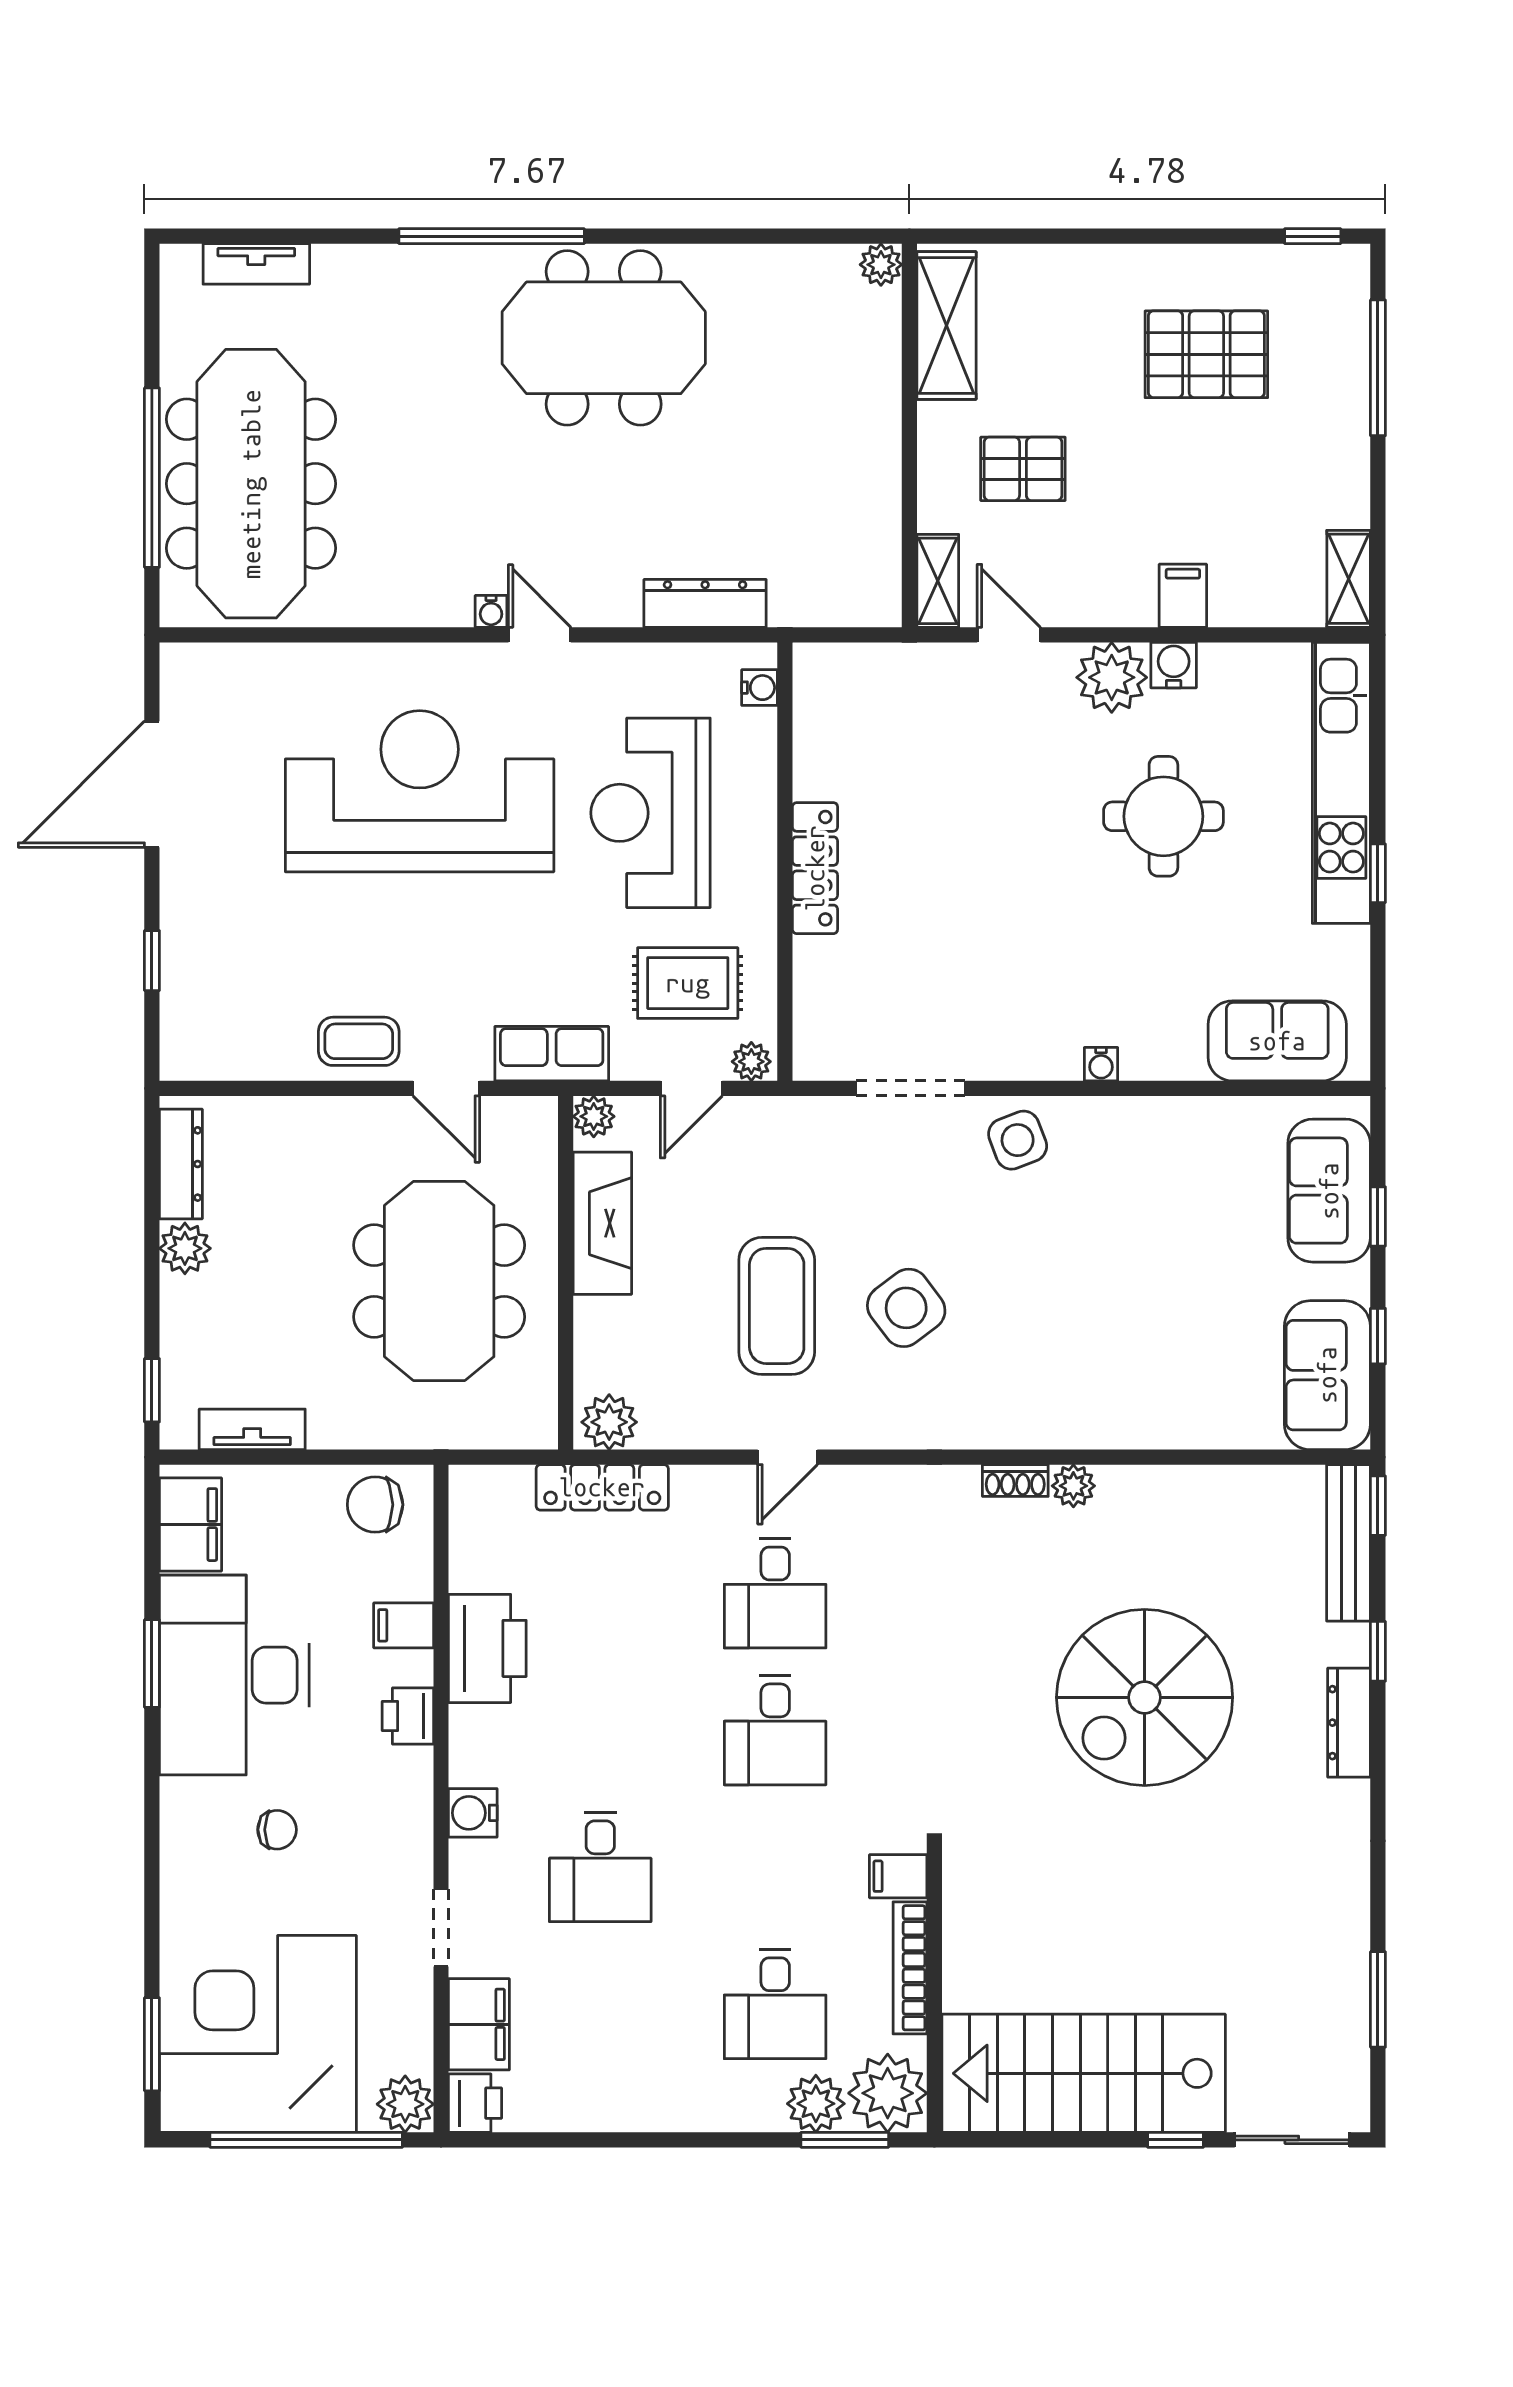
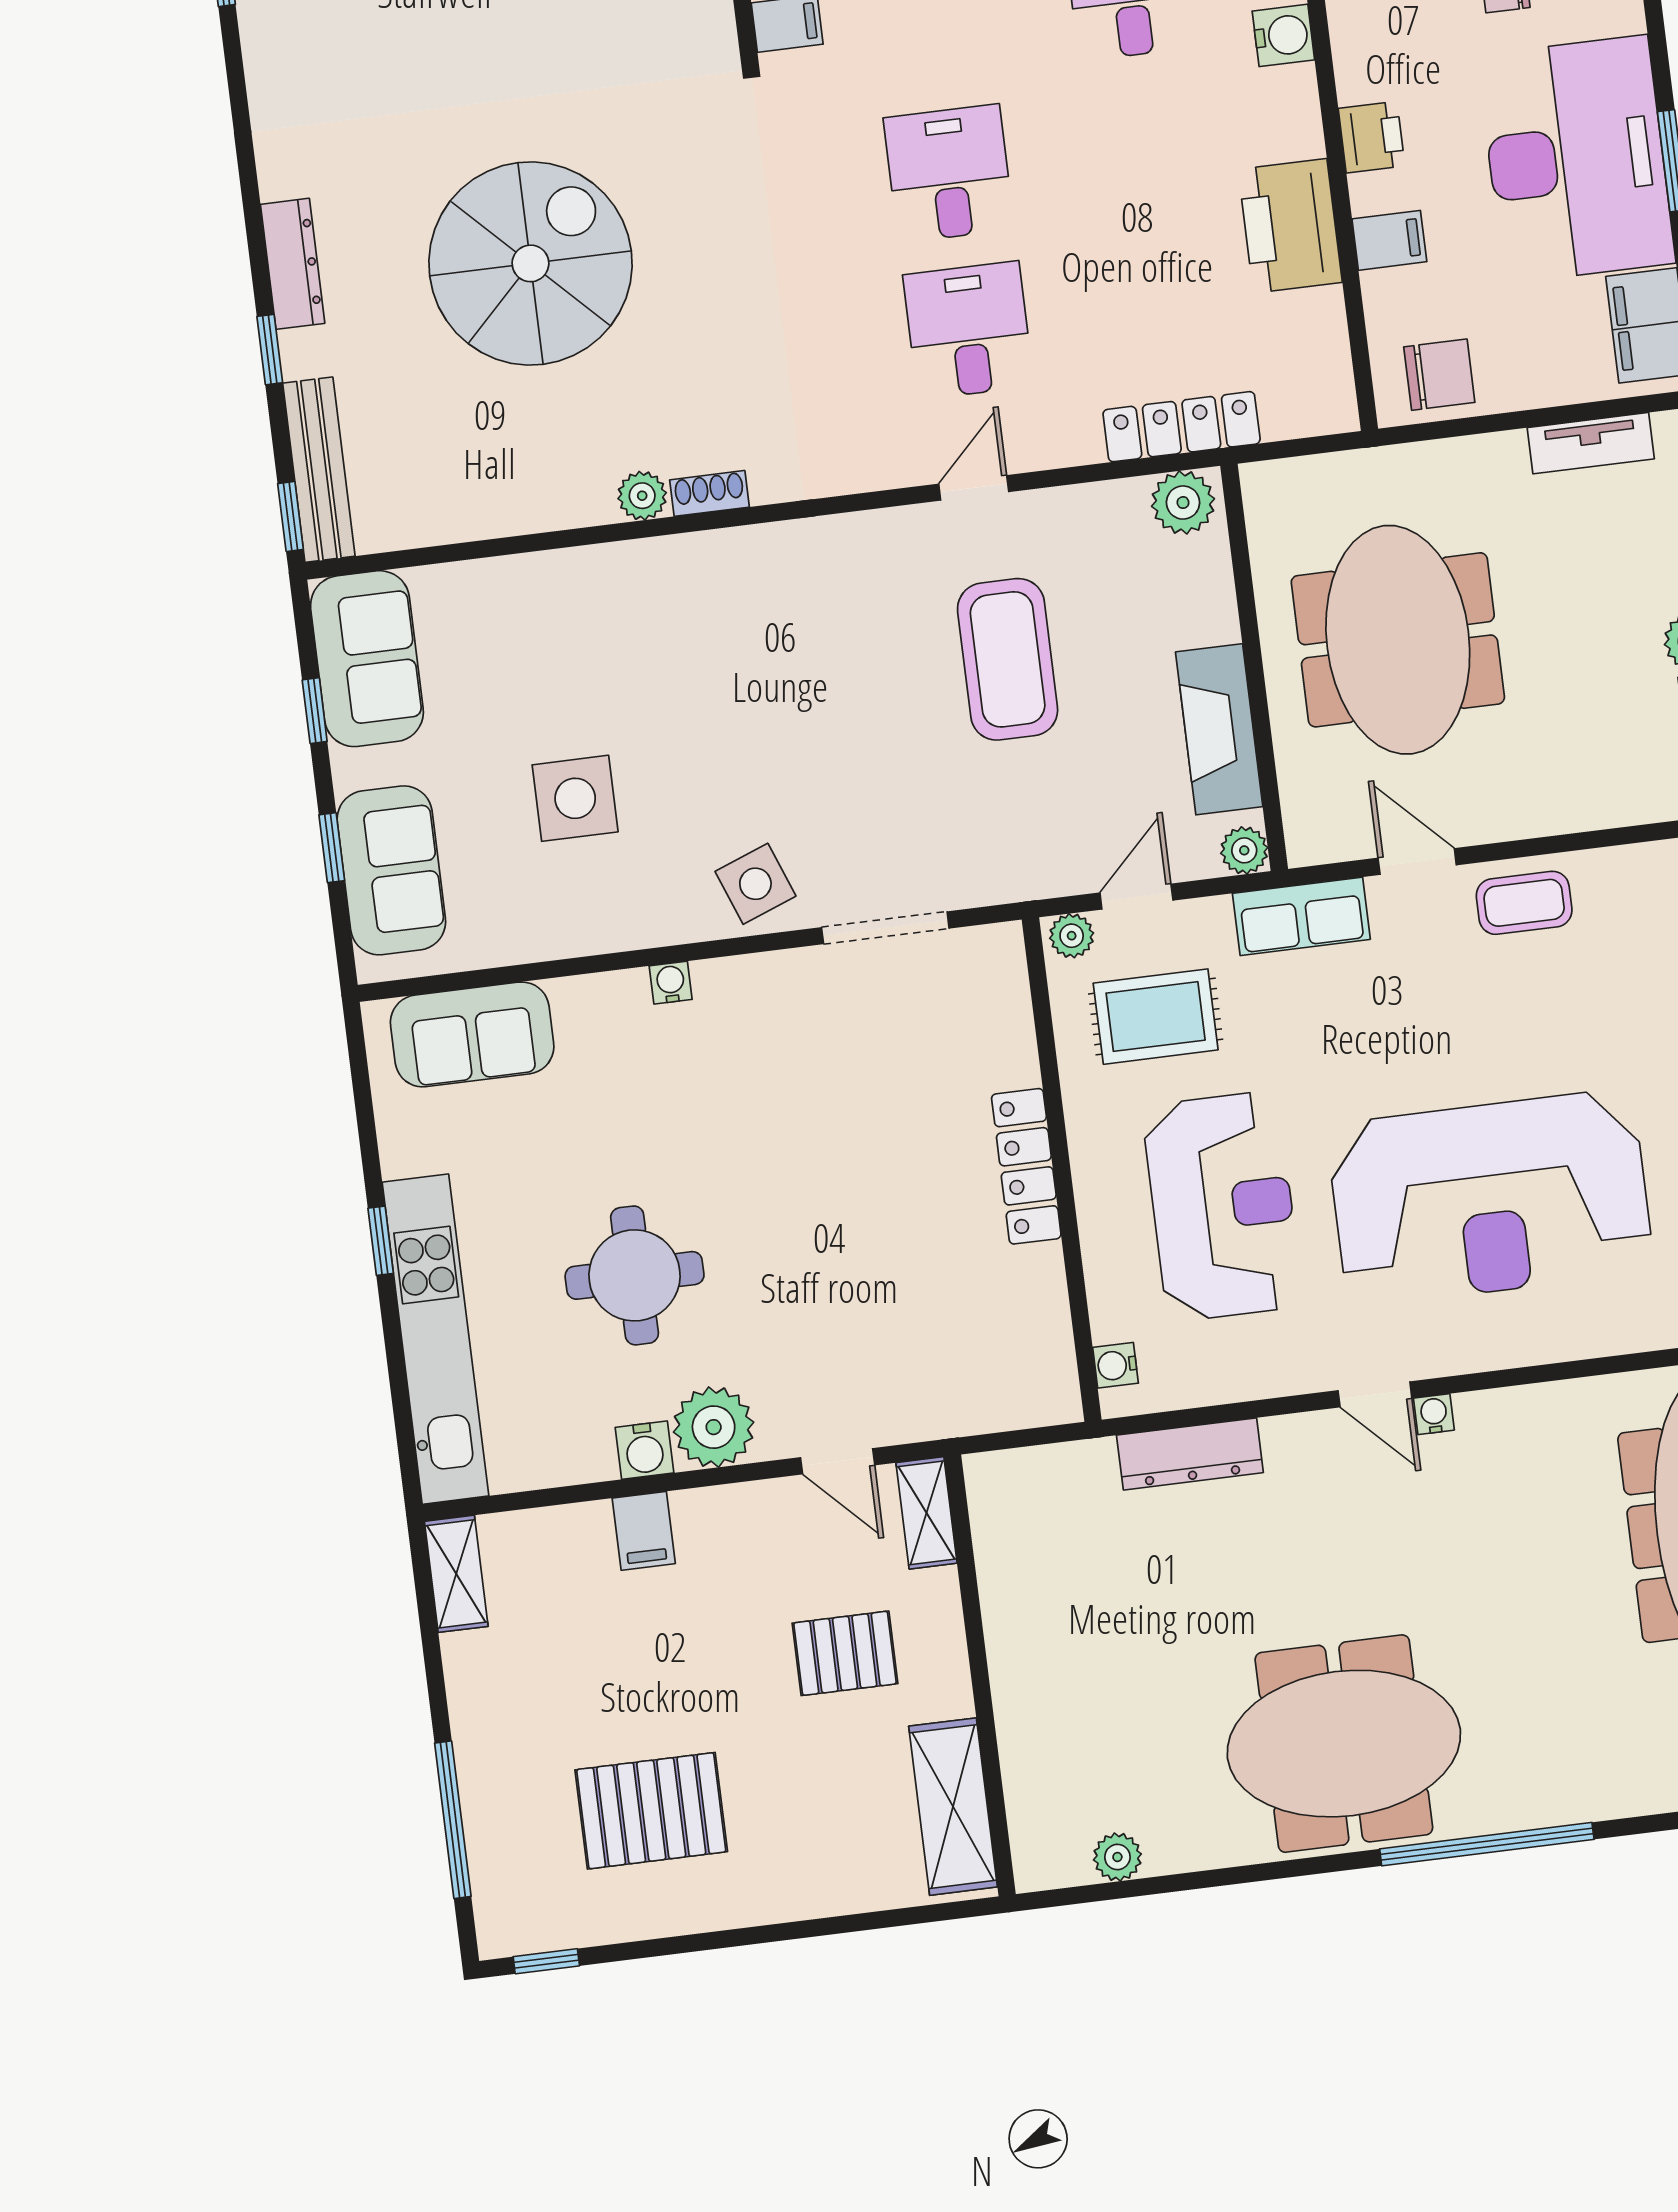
plant: (881, 265) -> (1117, 1857), moved
side table: (906, 1308) -> (575, 798), moved, turned 37

